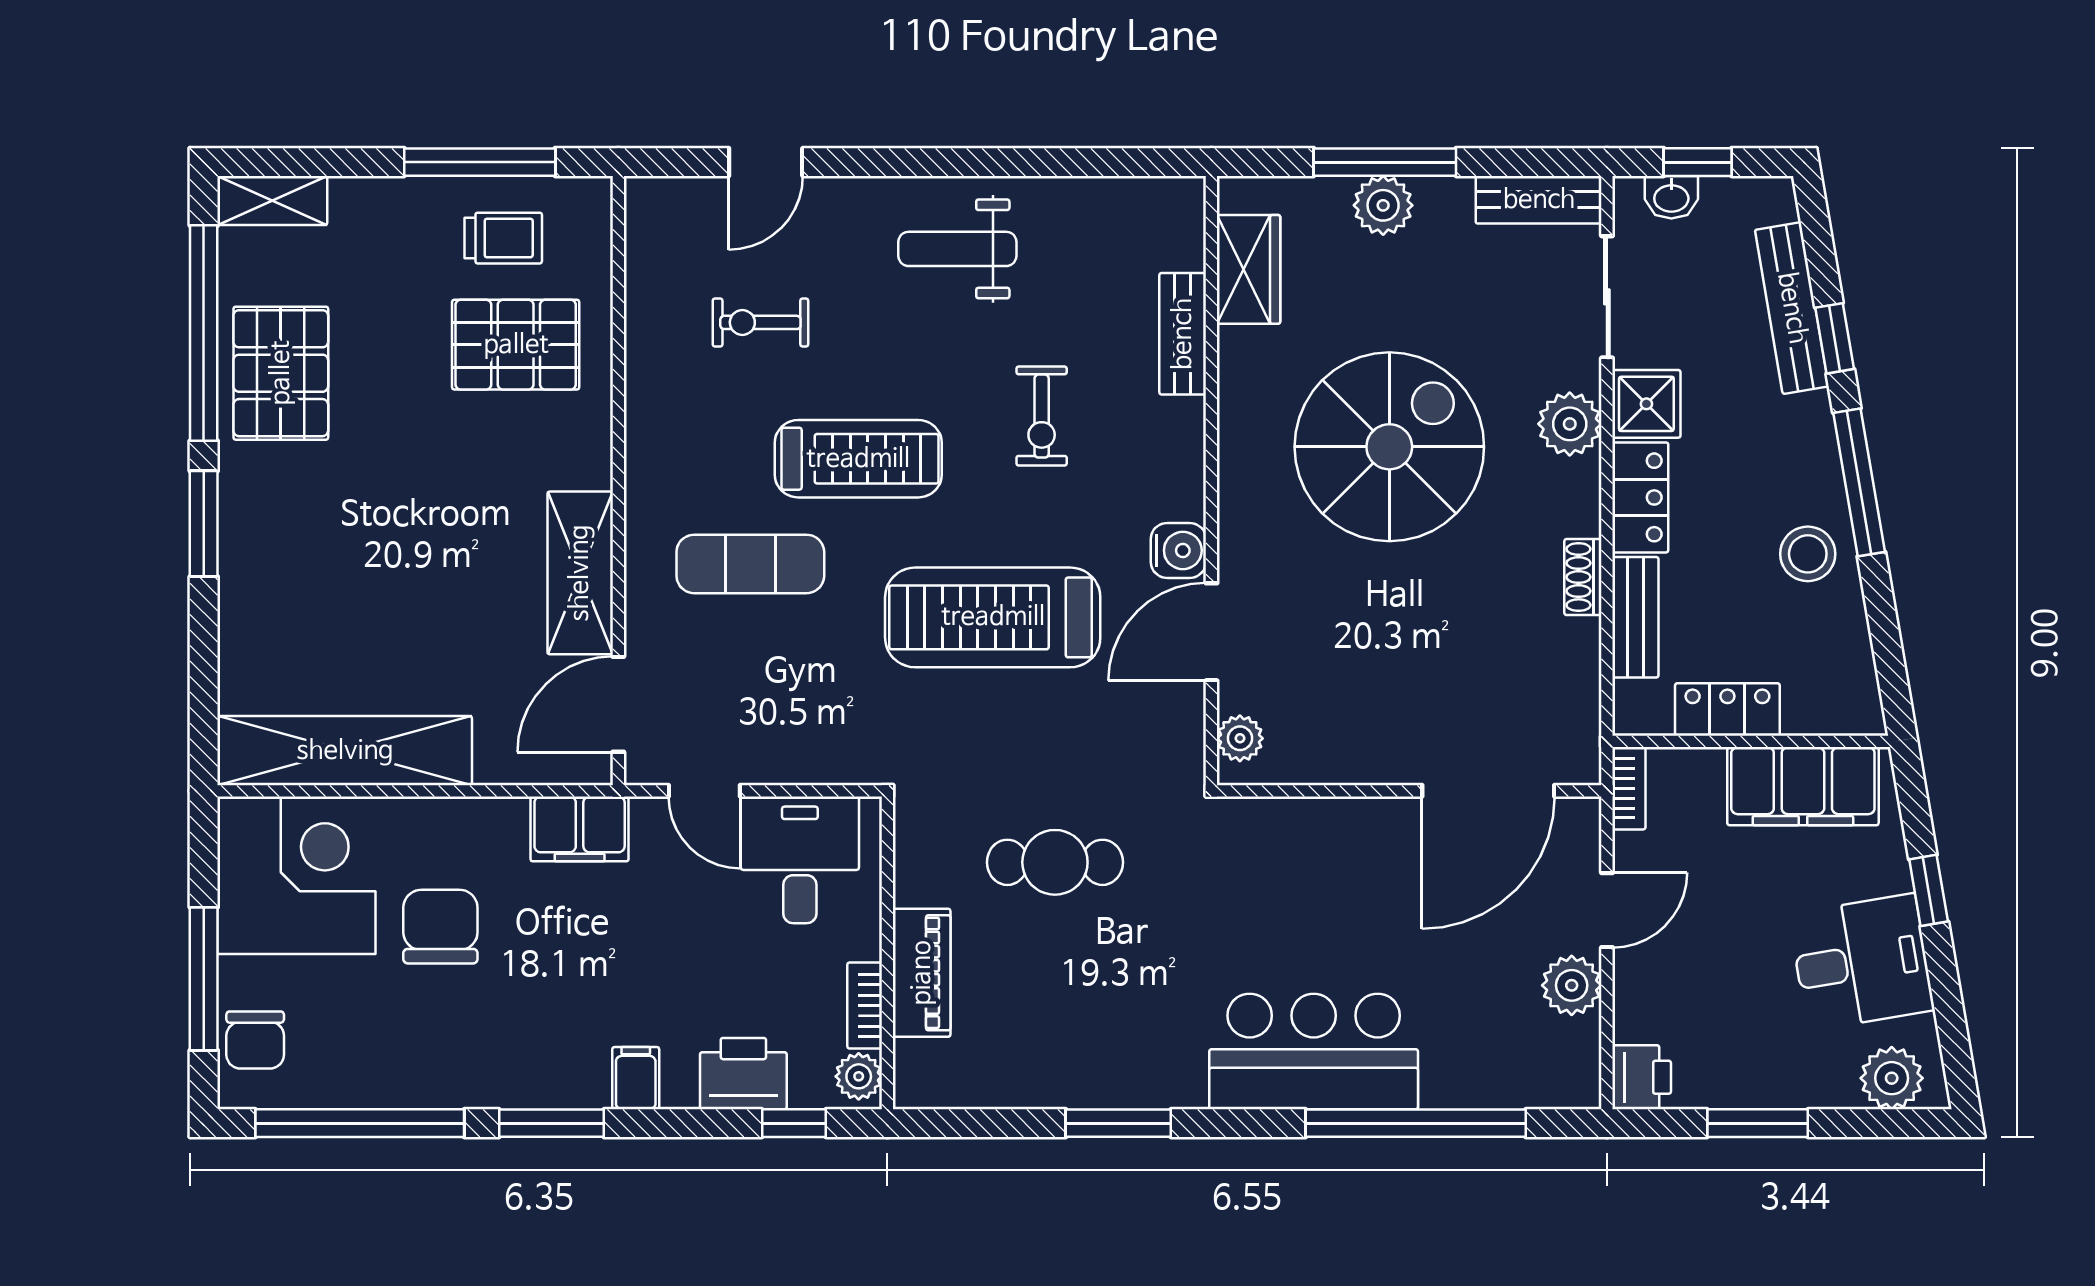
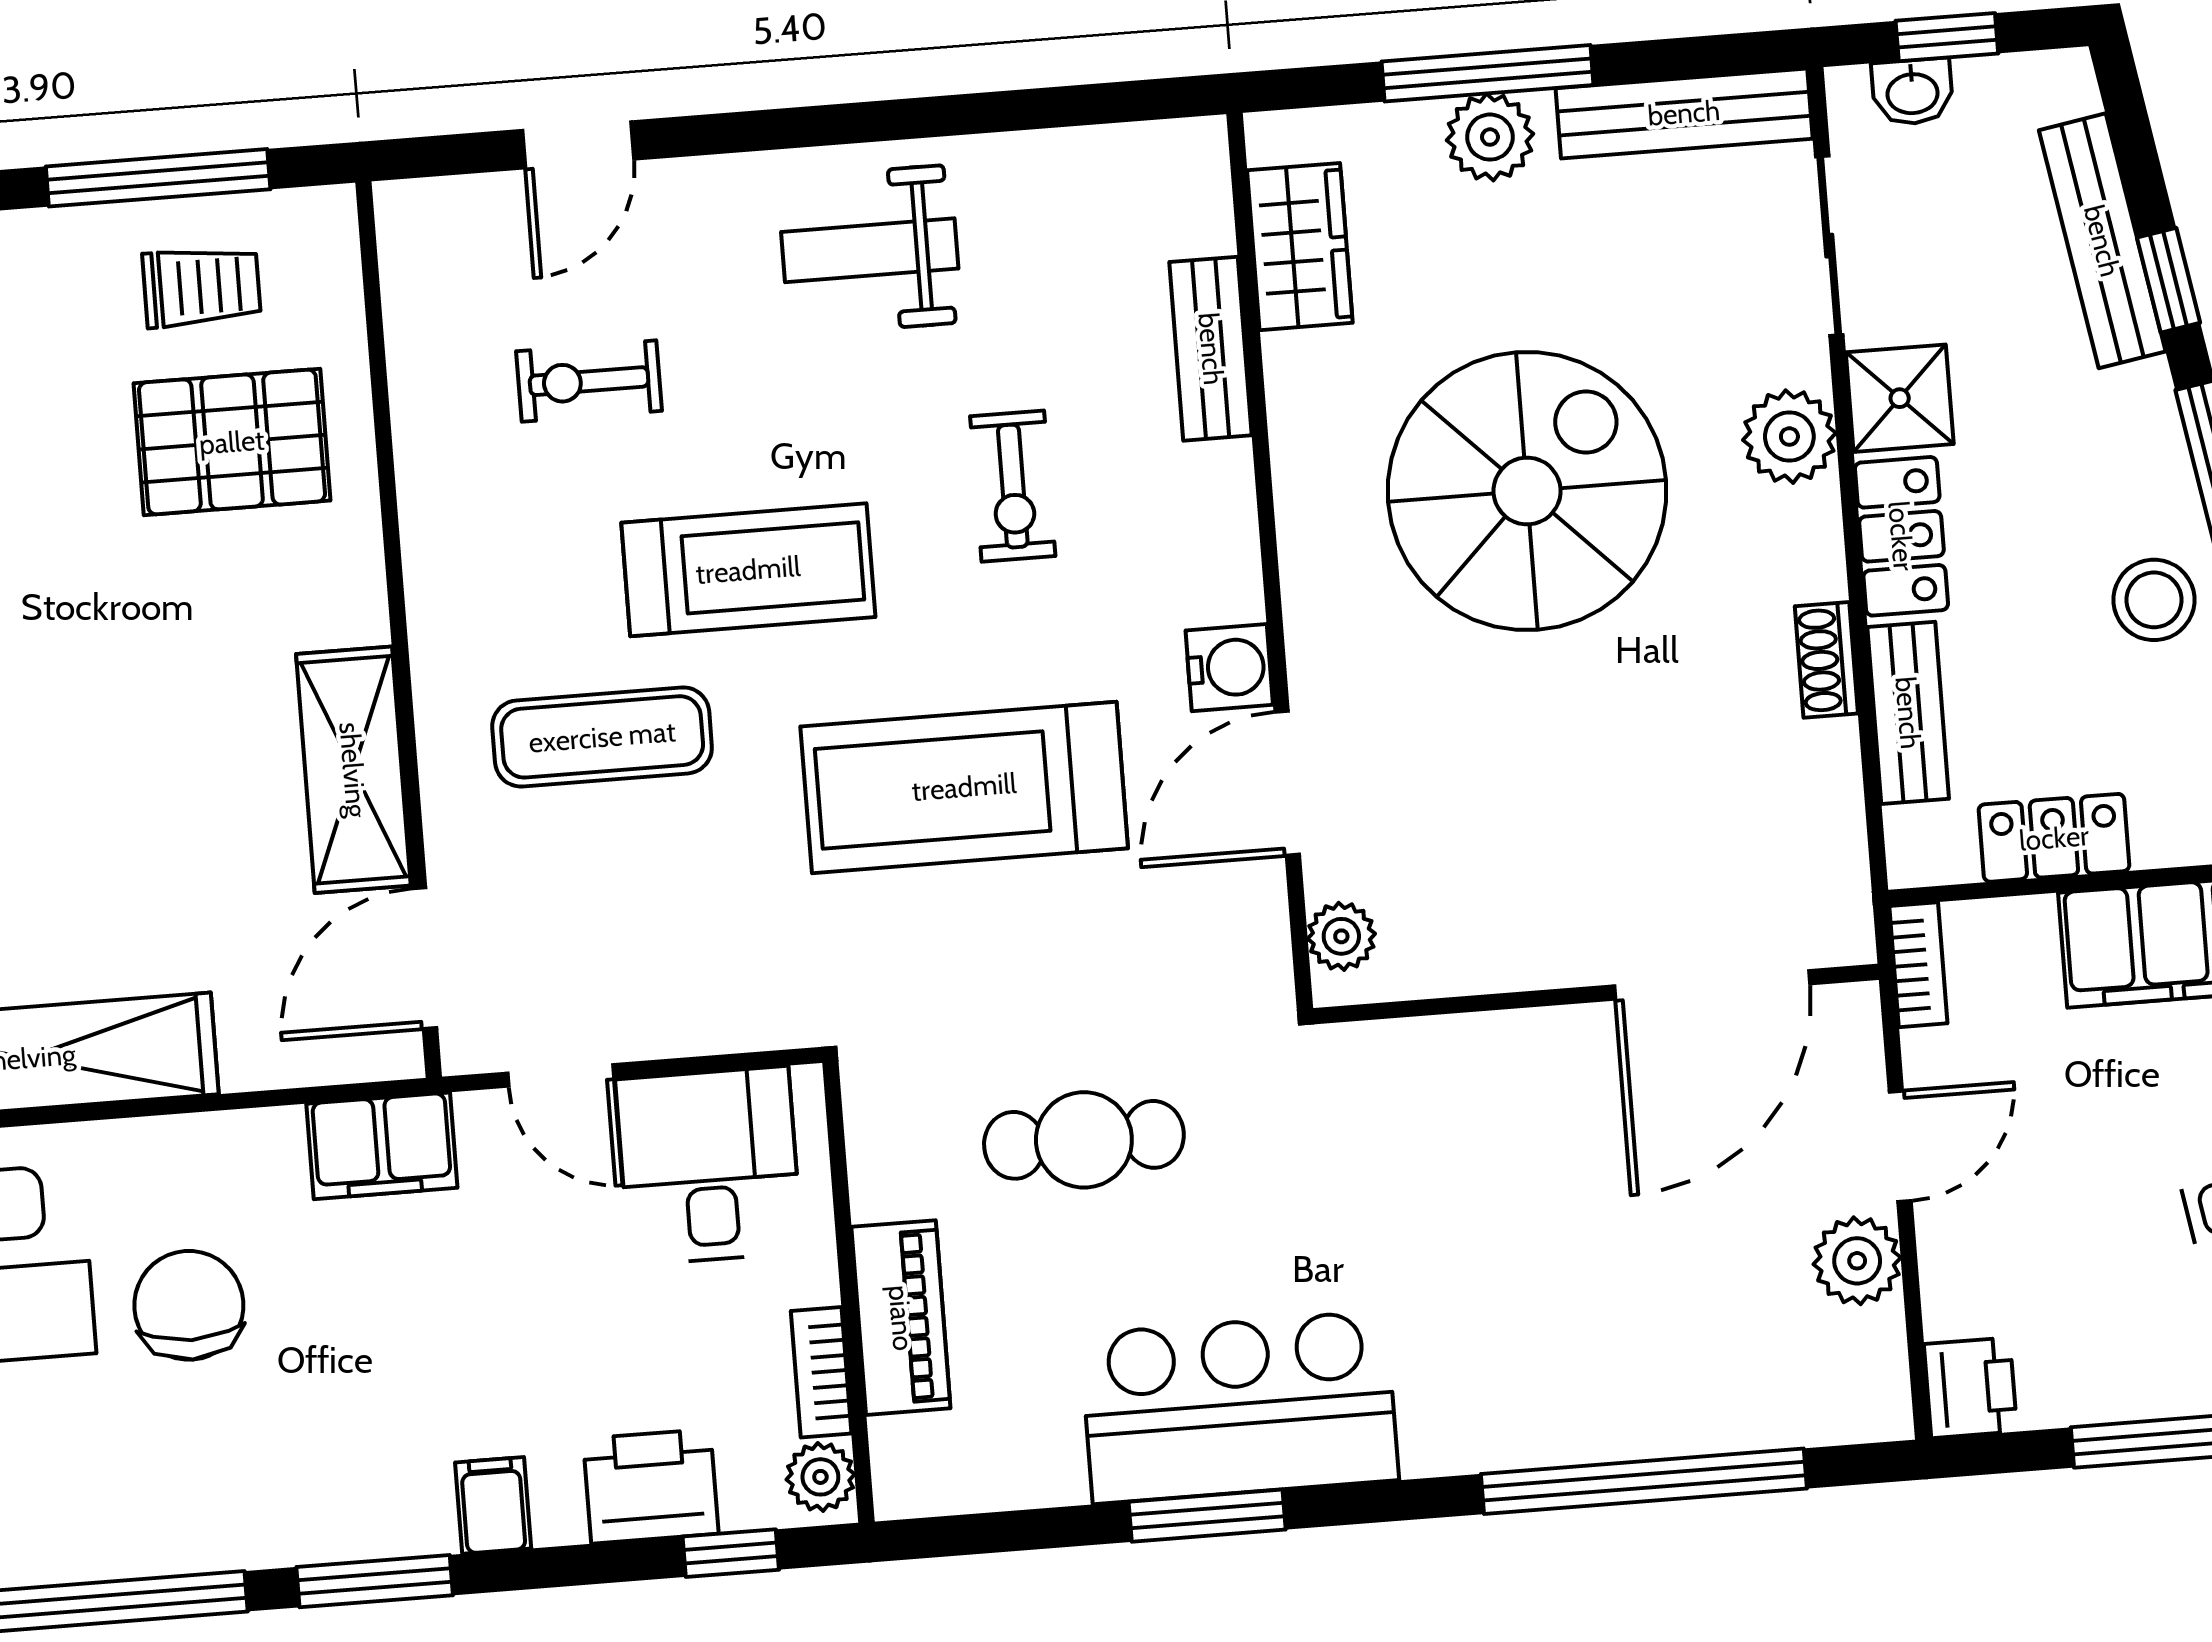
bench: (1539, 200) -> (1684, 113), width x1.36
bar counter: (1314, 1051) -> (1239, 1407), moved

